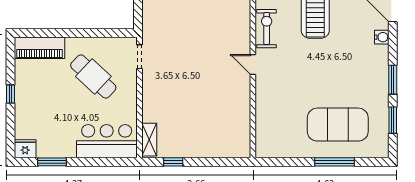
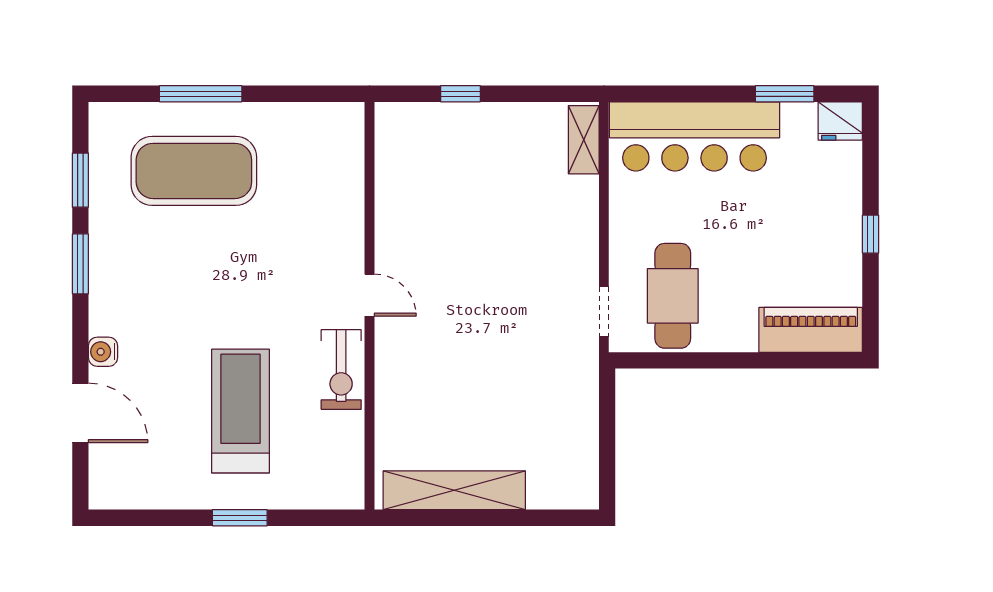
cafe table: (93, 76) -> (673, 296), moved, turned 47
bar counter: (107, 141) -> (695, 136), width x1.36
window: (173, 162) -> (460, 94), moved

